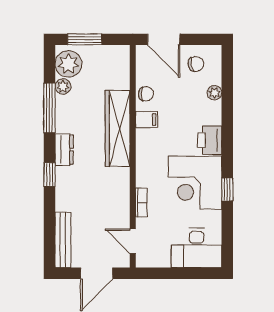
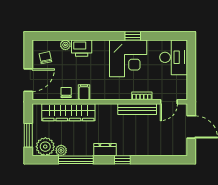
wardrobe: (118, 128) -> (68, 112), moved
printer: (210, 140) -> (82, 48), moved
bench: (63, 240) -> (137, 109), moved

